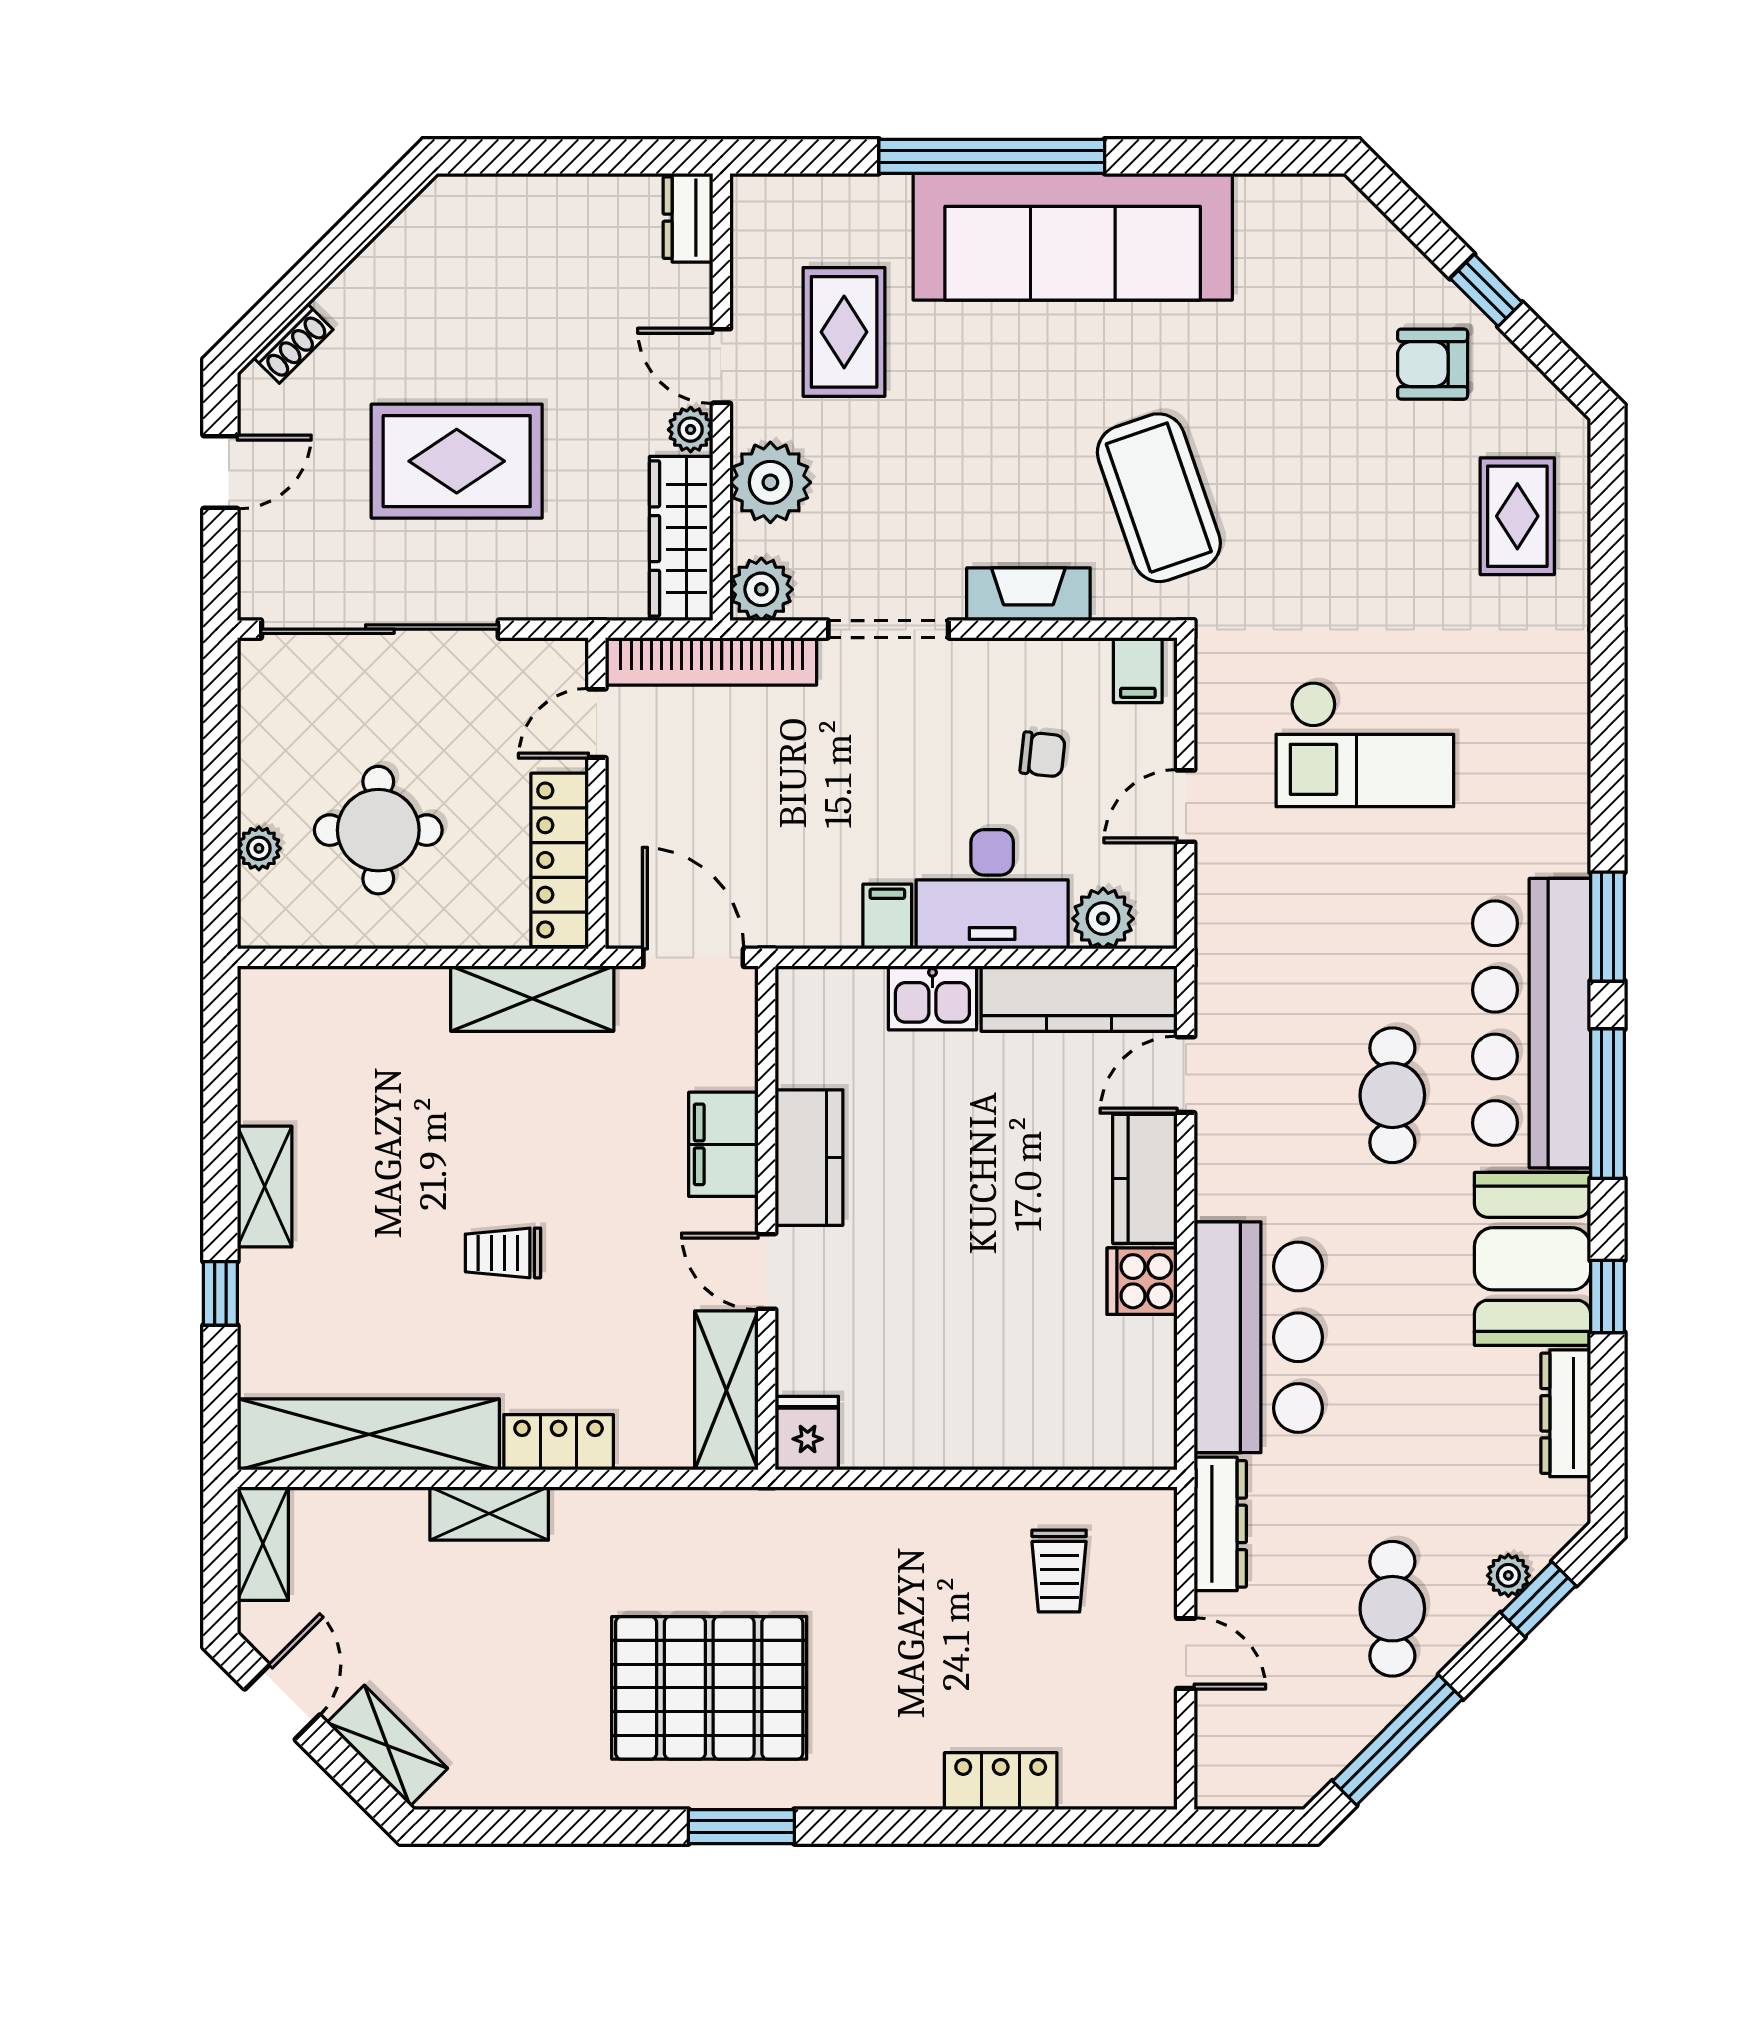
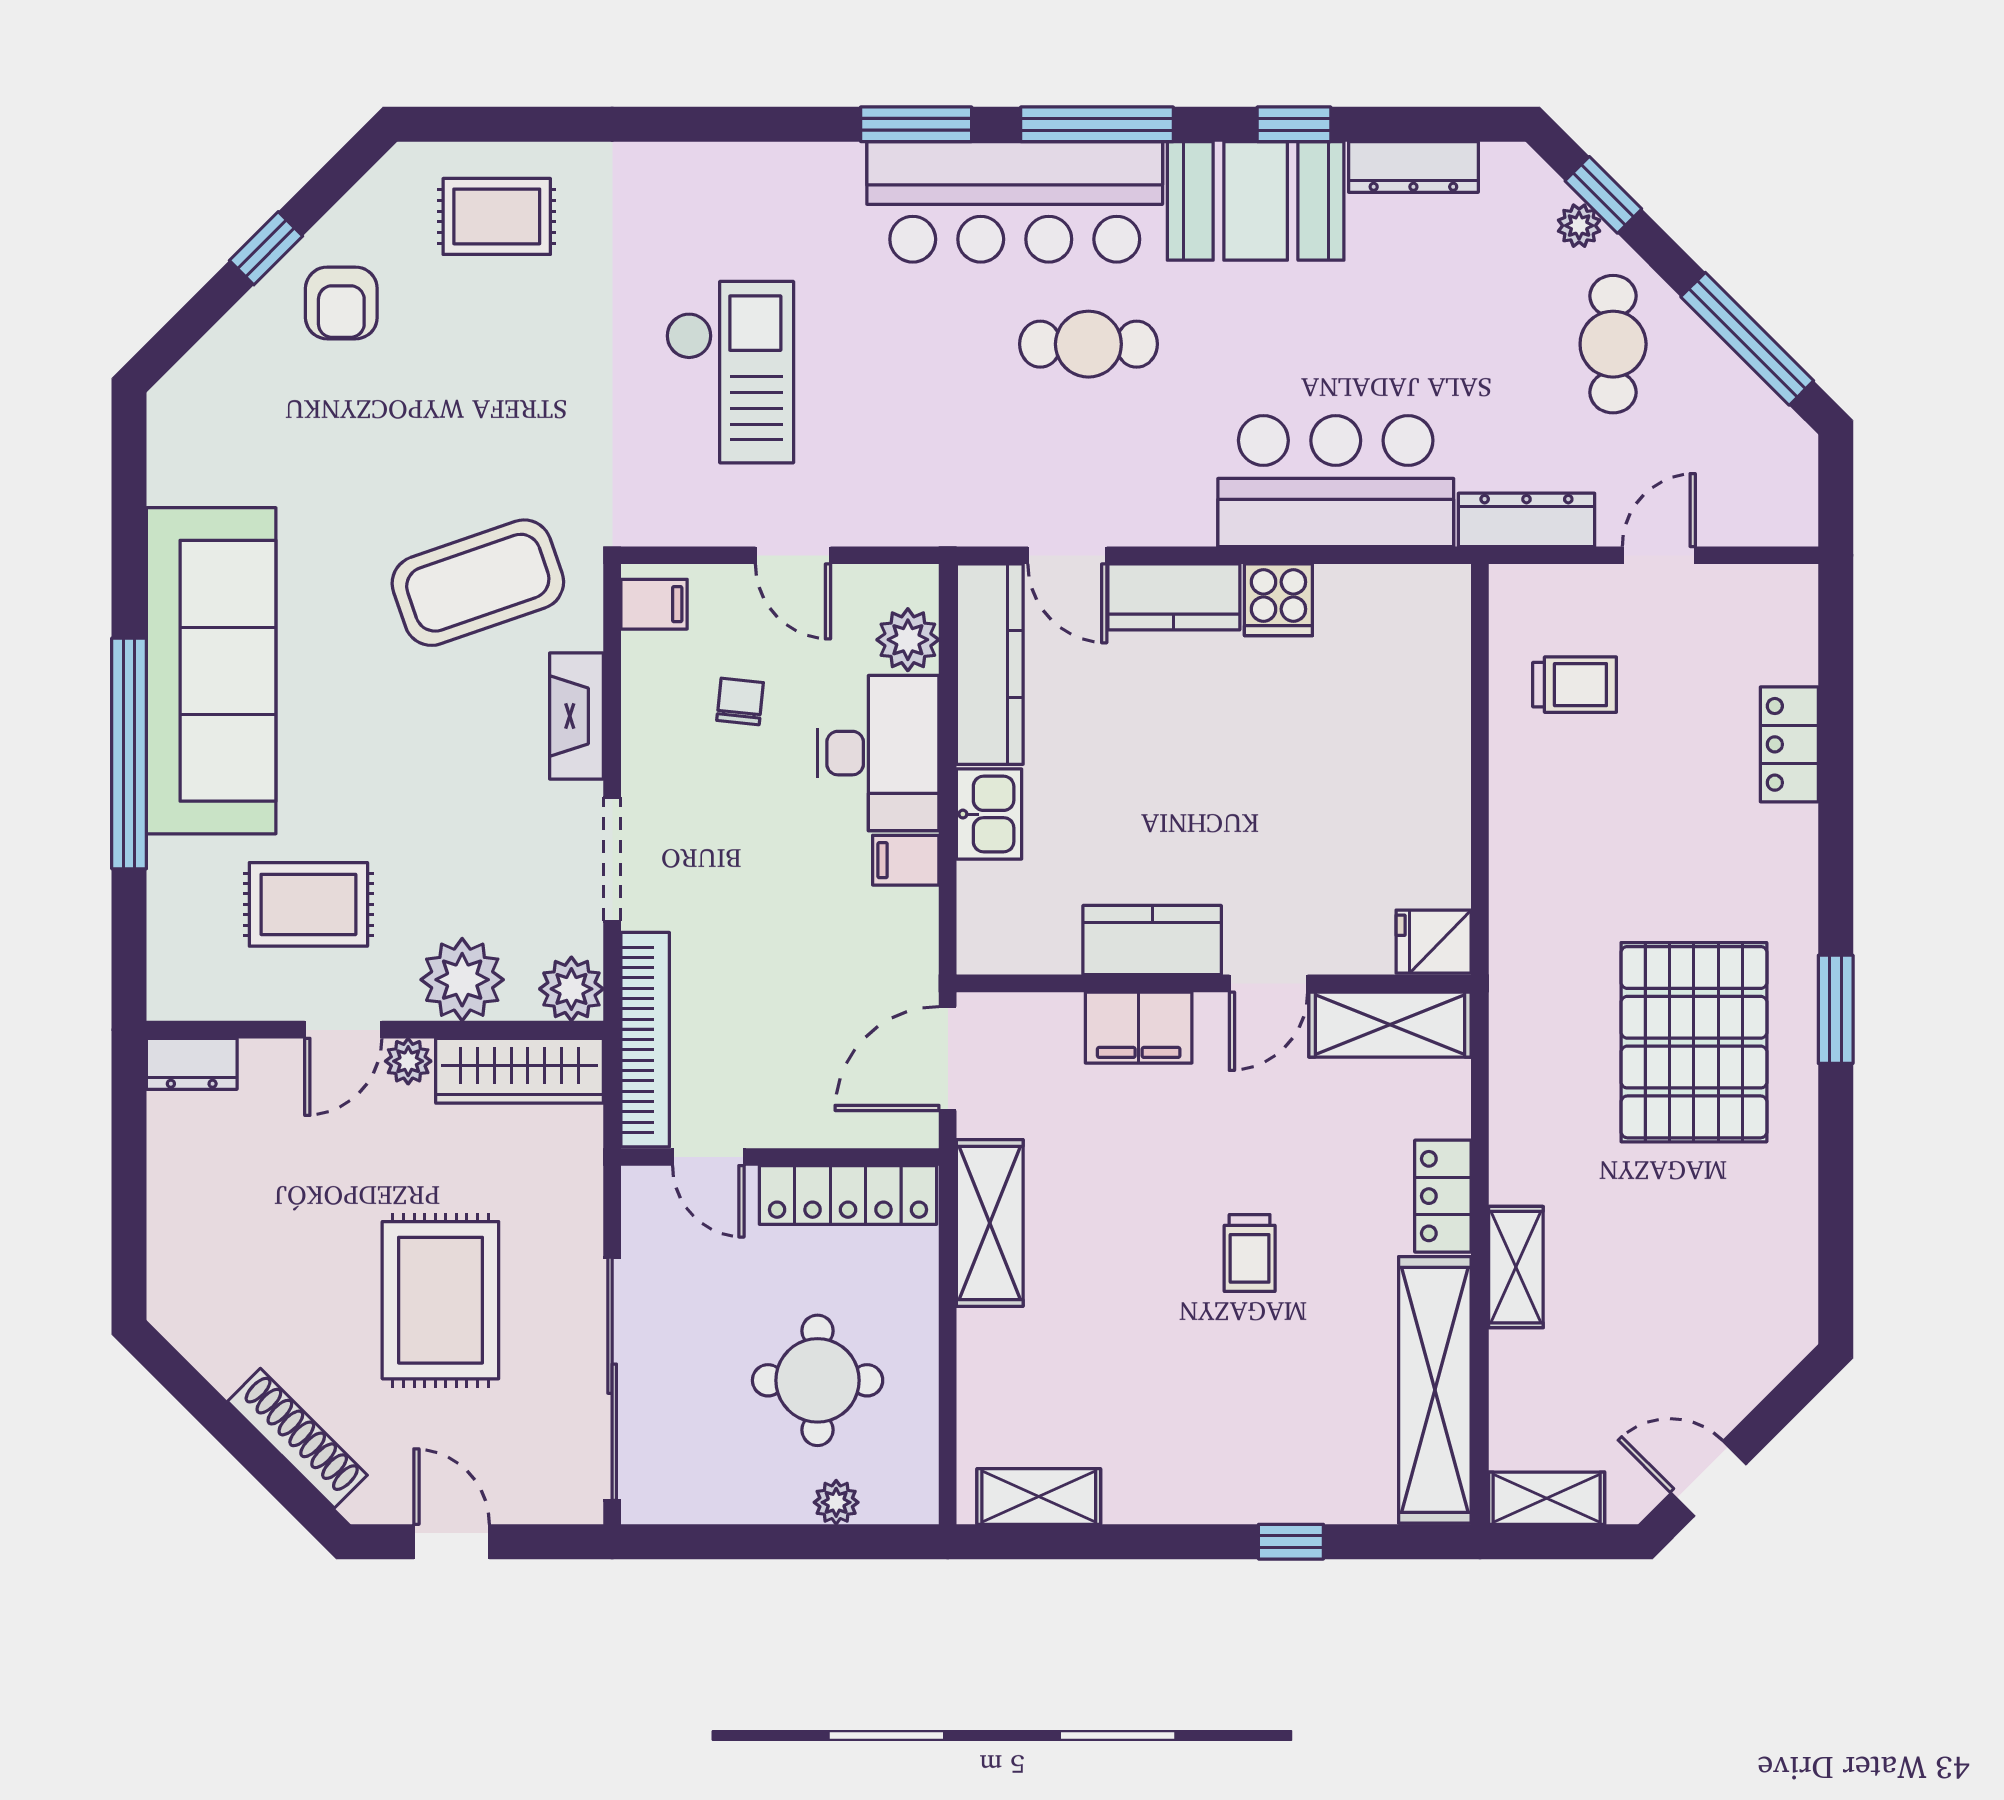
shoe rack: (293, 343) -> (297, 1438), width x1.94, depth x1.24
shelving: (265, 1187) -> (1039, 1496), moved
cafe table: (1392, 1609) -> (1613, 344), turned 90
shelving: (387, 1746) -> (1753, 1371), removed

